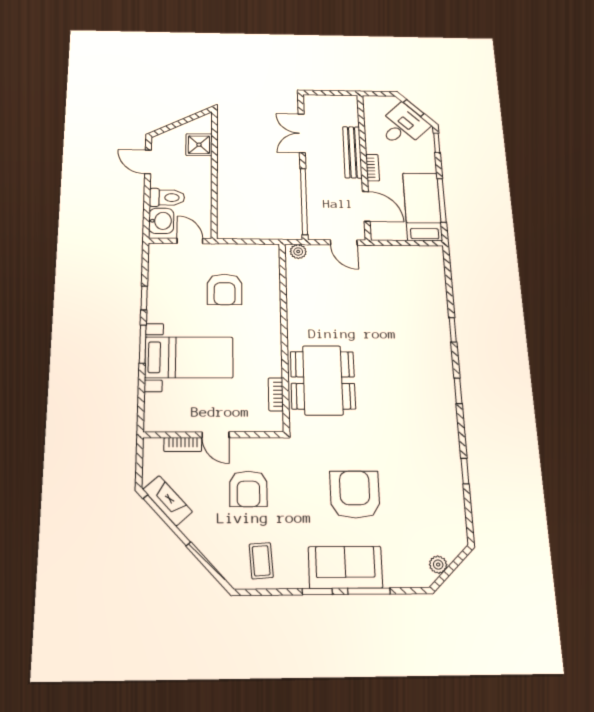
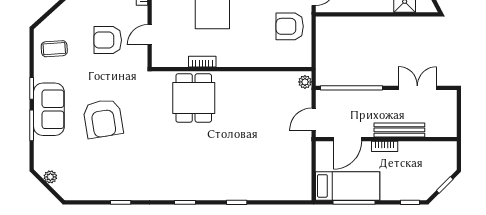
desk: (402, 126) -> (426, 174), removed
armchair: (225, 289) -> (290, 26), moved
dining table: (323, 380) -> (194, 98), width x0.73
bookcase: (276, 394) -> (202, 62), moved
door: (216, 435) -> (150, 35), moved
armchair: (355, 494) -> (103, 119), turned 81

